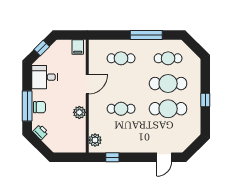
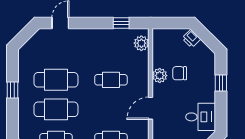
window: (27, 106) -> (221, 83), width x0.46
chair: (40, 107) -> (180, 73), moved
printer: (41, 132) -> (191, 39), moved

